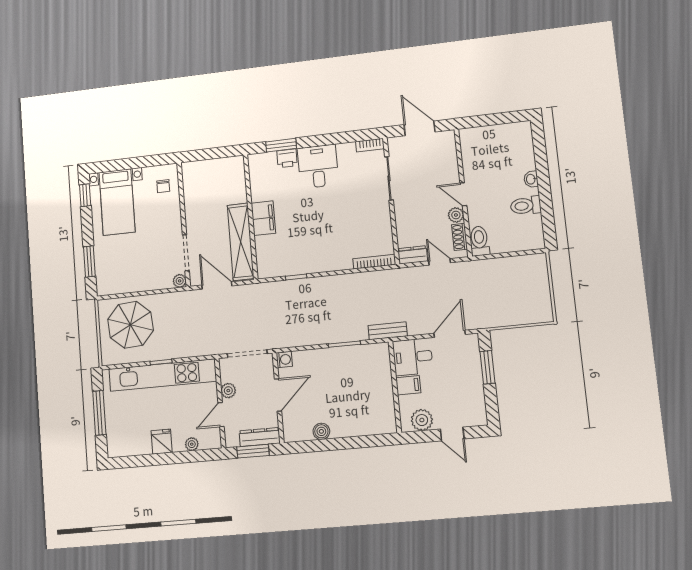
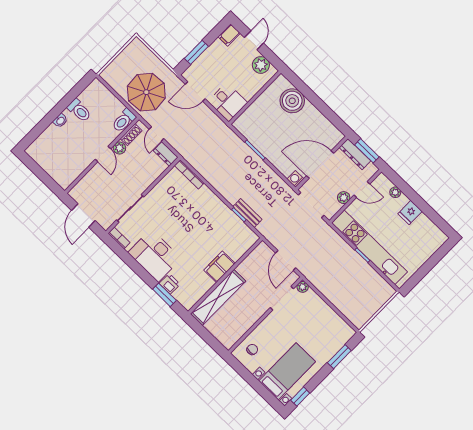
desk: (318, 166) -> (155, 256), width x1.37
shelving: (241, 242) -> (218, 297), moved
parasol: (131, 325) -> (146, 92), moved
bench: (388, 331) -> (247, 213), moved
filing cabinet: (408, 385) -> (229, 35), moved, turned -90
door: (278, 395) -> (320, 164), width x1.36
window: (99, 413) -> (427, 267), removed
boiler: (321, 431) -> (292, 101), moved, width x1.86, depth x1.86

